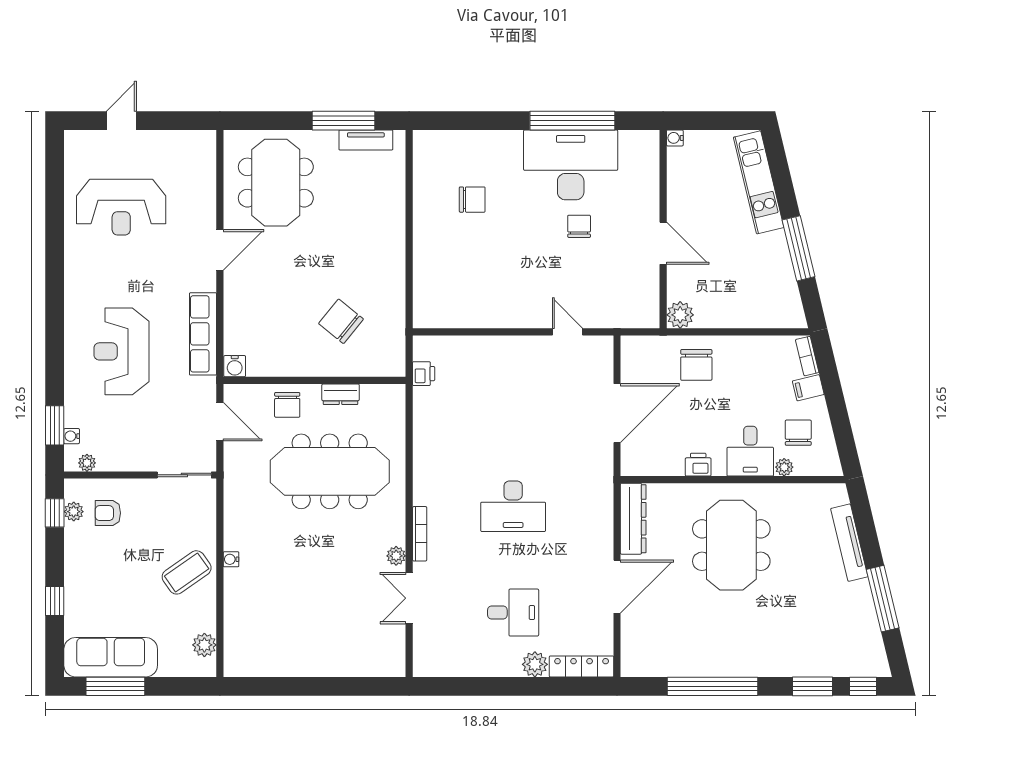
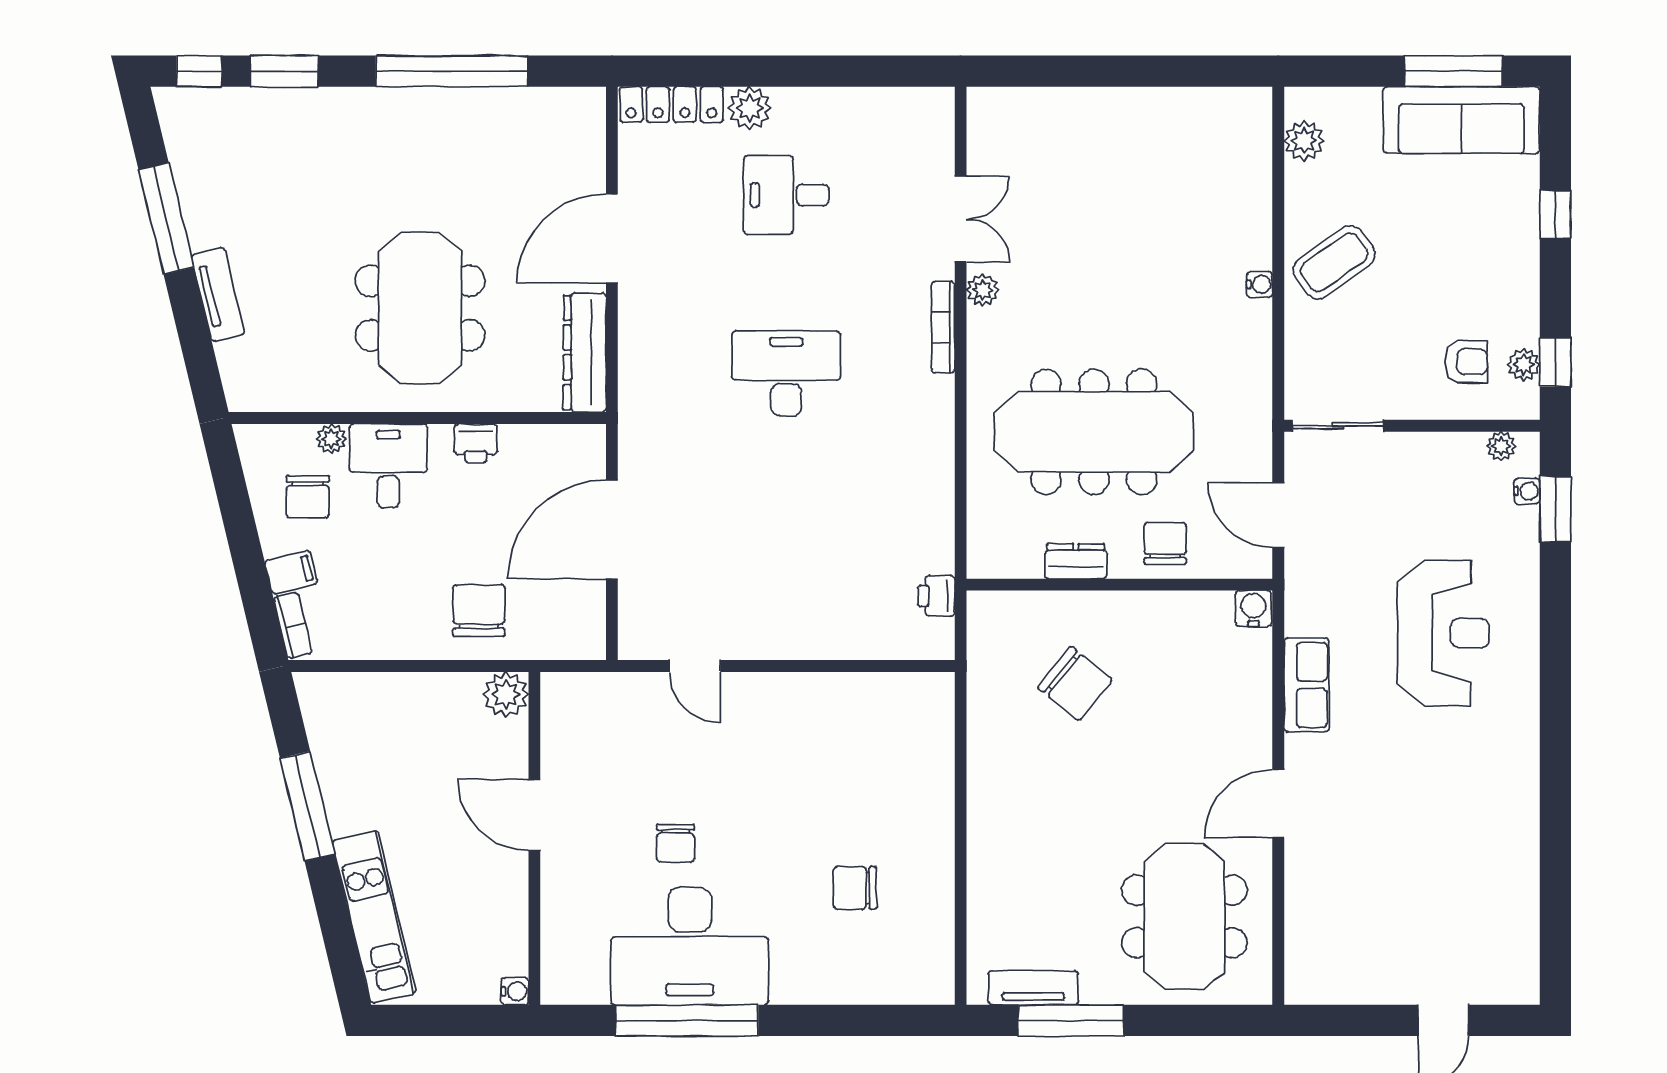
reception desk: (121, 207) -> (1444, 875), removed
row of seats: (203, 334) -> (1307, 685), width x0.68
tv unit: (849, 543) -> (218, 294), width x0.71

